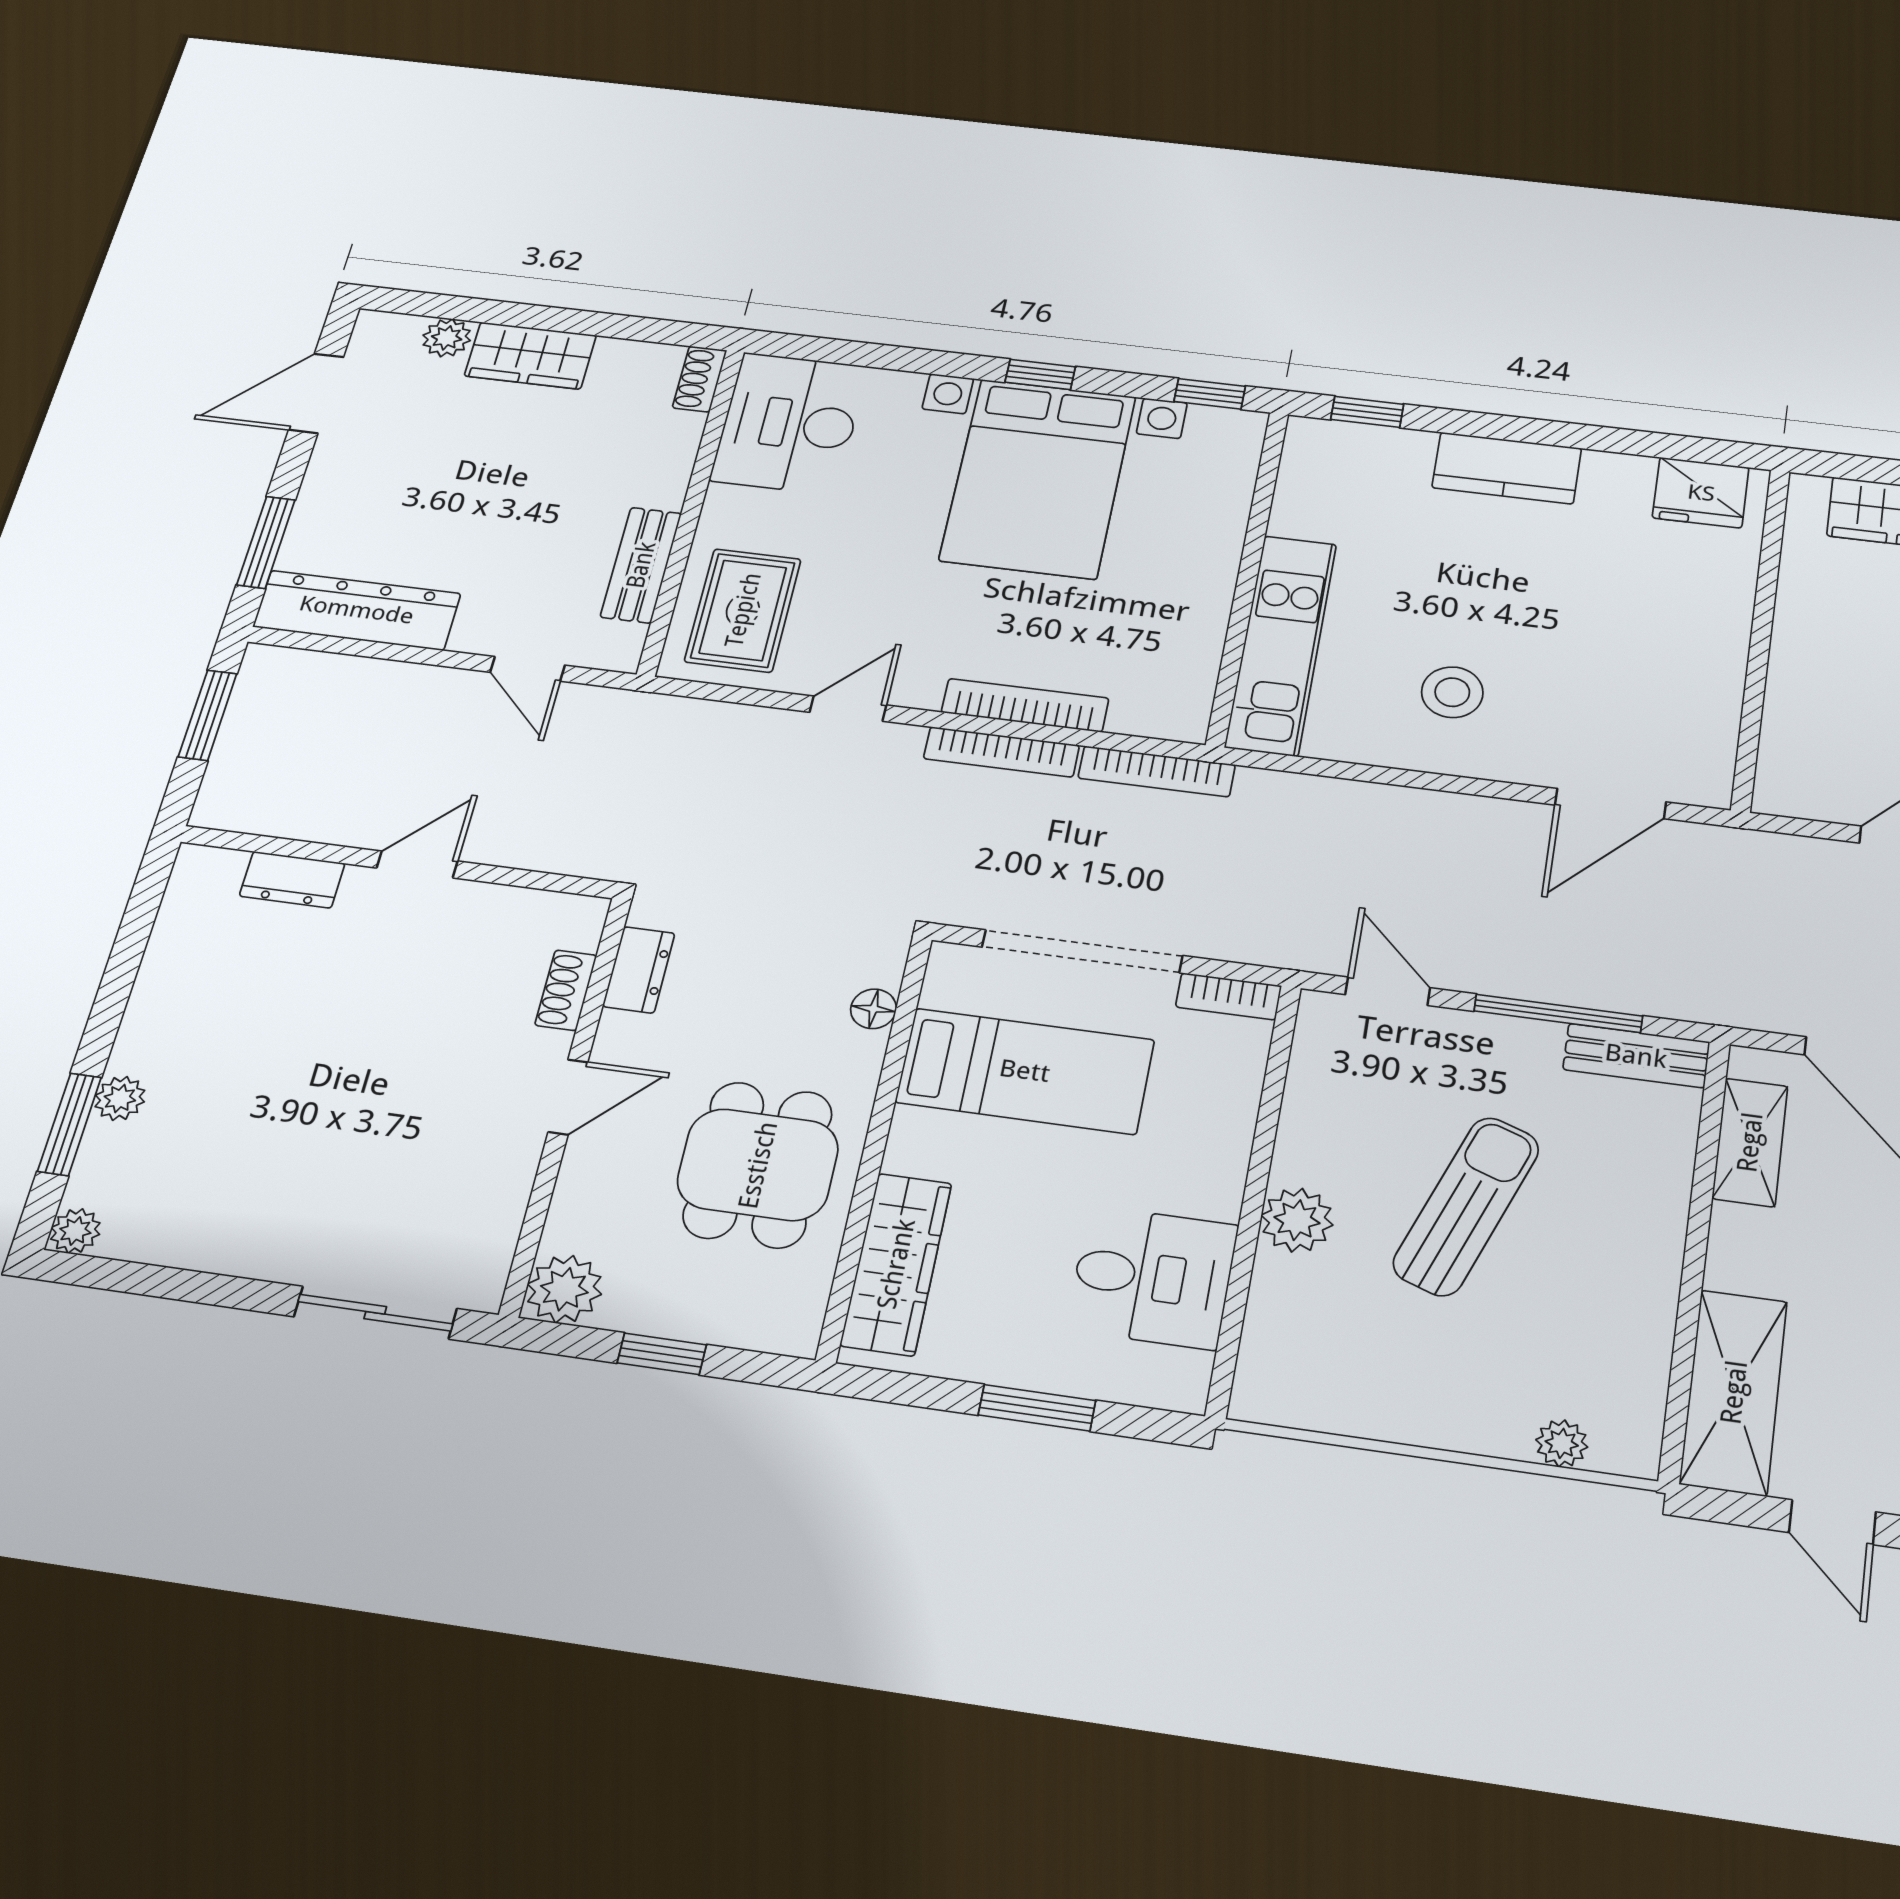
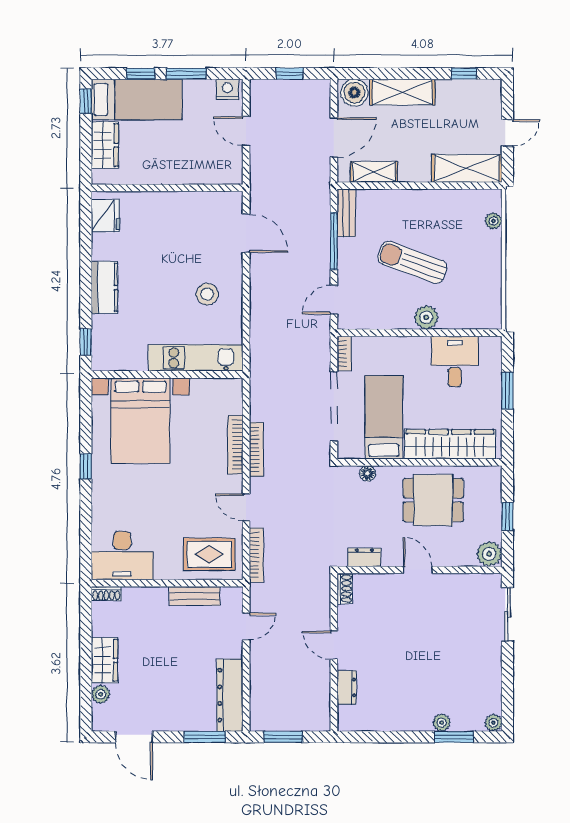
window: (1210, 394) -> (86, 402), removed
bed with nightstands: (1038, 478) -> (140, 421), moved, turned 90
bookcase: (1157, 771) -> (256, 555), moved
shoe rack: (566, 990) -> (345, 589), moved, turned -90
wardrobe: (896, 1264) -> (450, 444), width x1.40, depth x1.17

